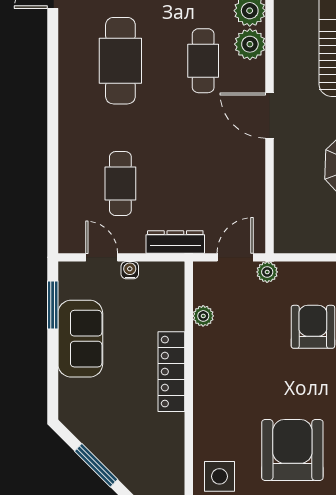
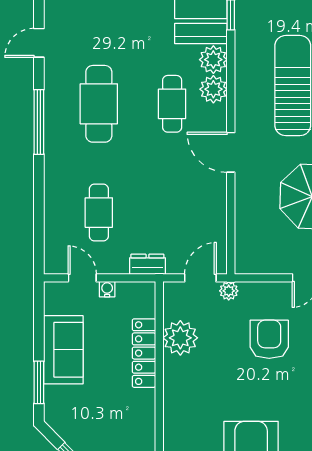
window: (53, 81) -> (39, 122), added
dresser: (175, 242) -> (147, 264), width x0.70
window: (53, 305) -> (39, 382), moved
plant: (203, 316) -> (180, 338), width x1.87, depth x1.87
locker: (171, 372) -> (144, 353), moved

